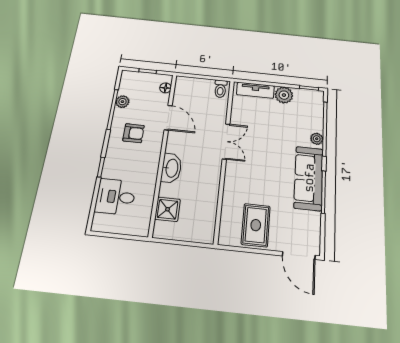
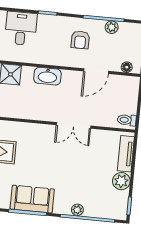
sofa: (309, 178) -> (32, 199), width x0.73

